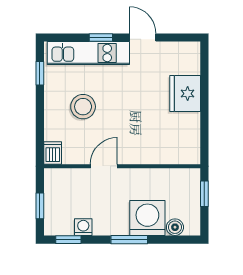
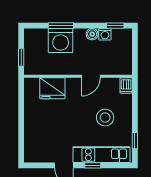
fridge: (185, 94) -> (52, 88), moved, turned 90
window: (40, 206) -> (135, 49), removed
boiler: (175, 227) -> (92, 34), moved
window: (129, 240) -> (61, 26), moved

